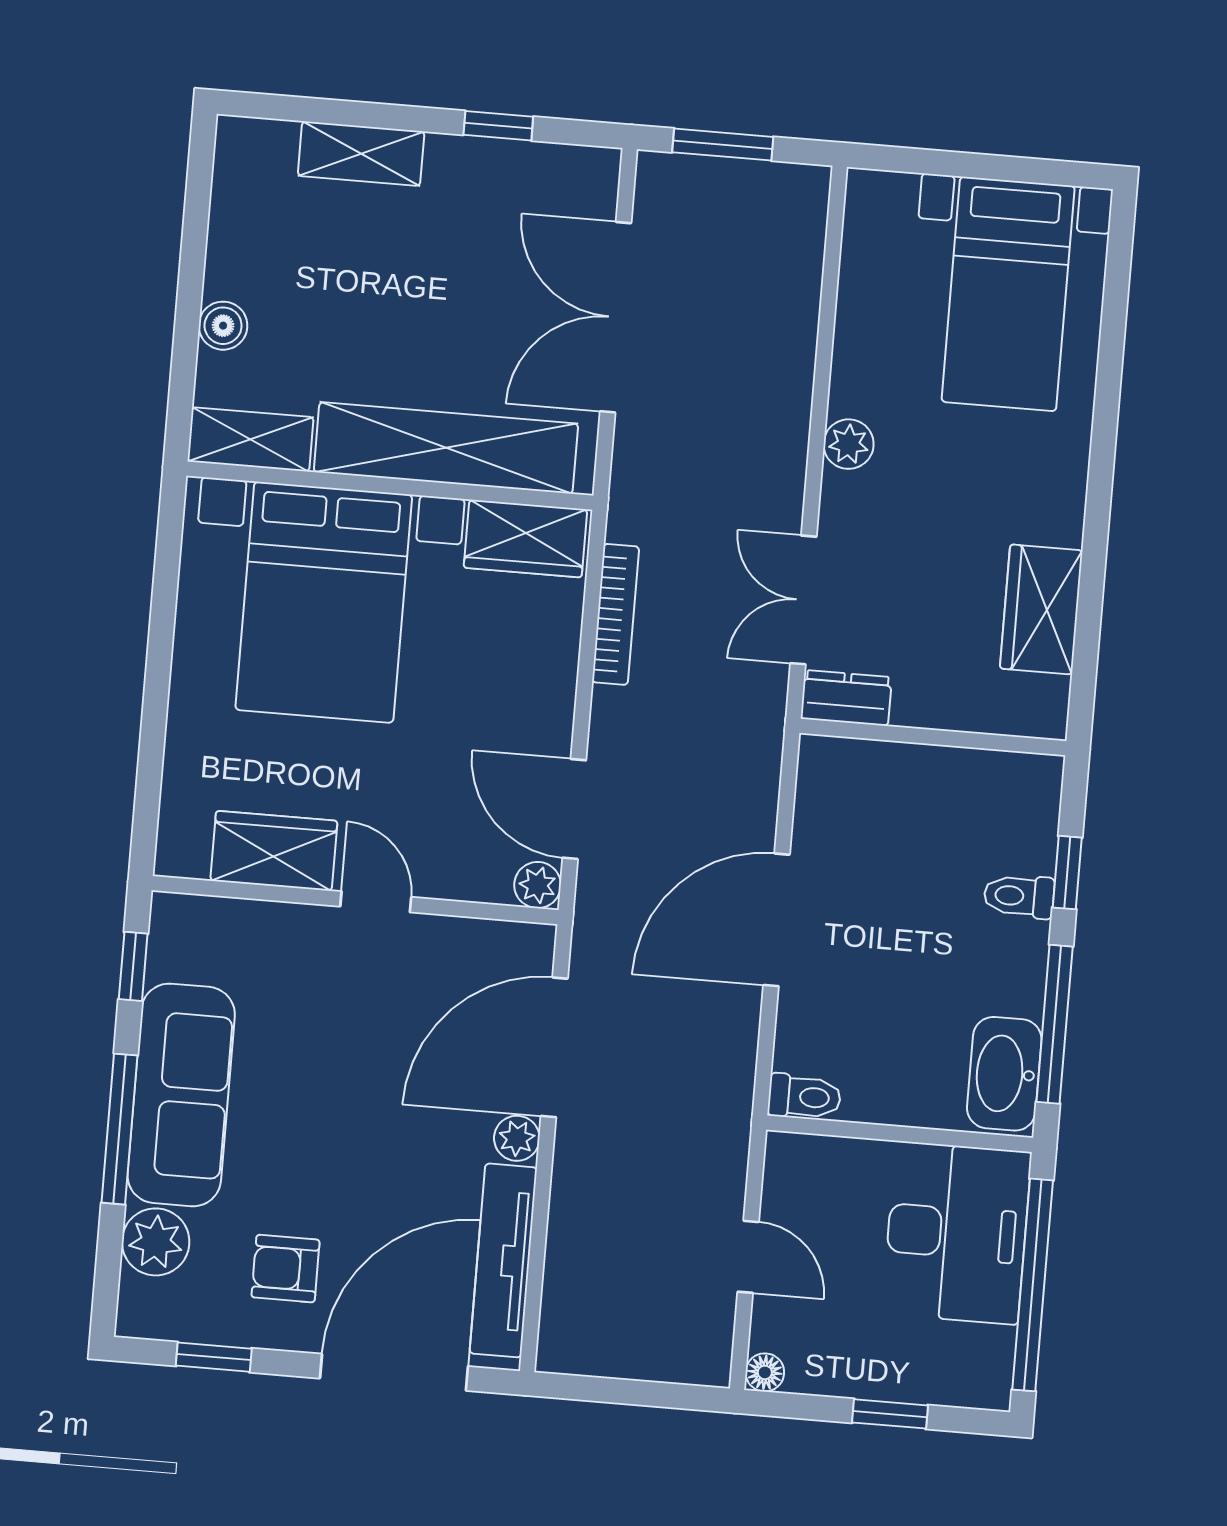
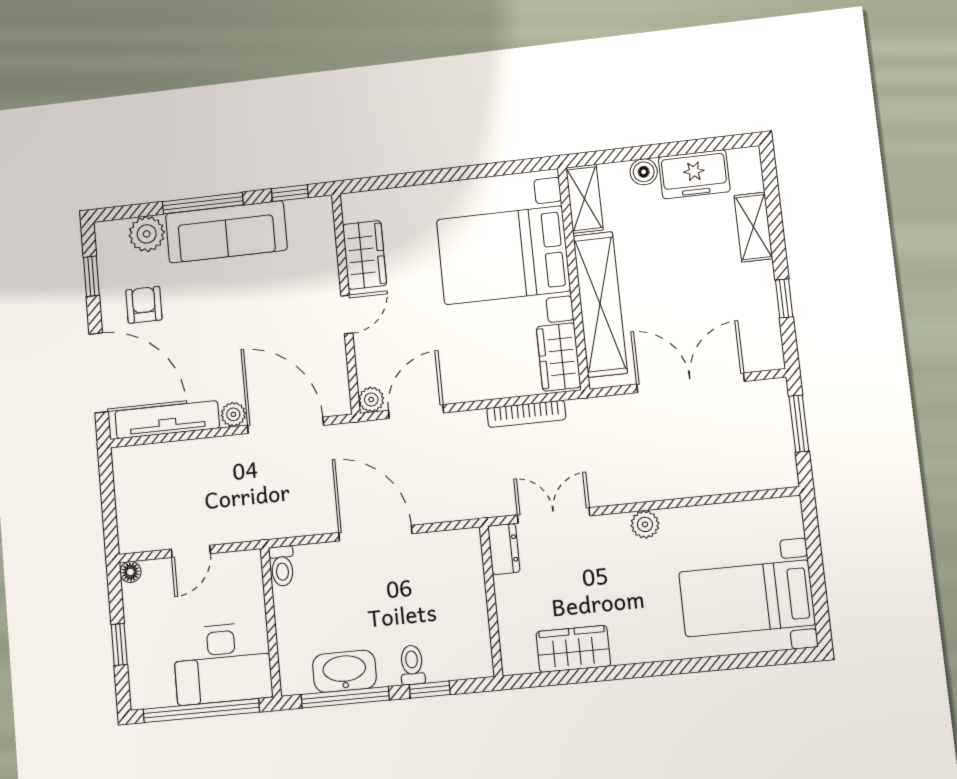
freezer: (246, 238) -> (694, 174), added
washbasin: (1004, 1074) -> (345, 671), moved

